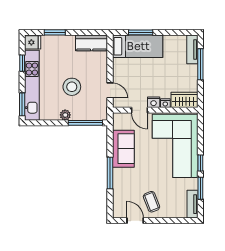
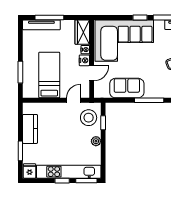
kitchen counter: (92, 43) -> (30, 129), moved
bed: (138, 46) -> (49, 75), moved
tv unit: (192, 49) -> (41, 25), width x1.41
window: (22, 63) -> (62, 181), moved
stool: (72, 87) -> (89, 118), moved
window: (85, 123) -> (103, 123), width x0.46

